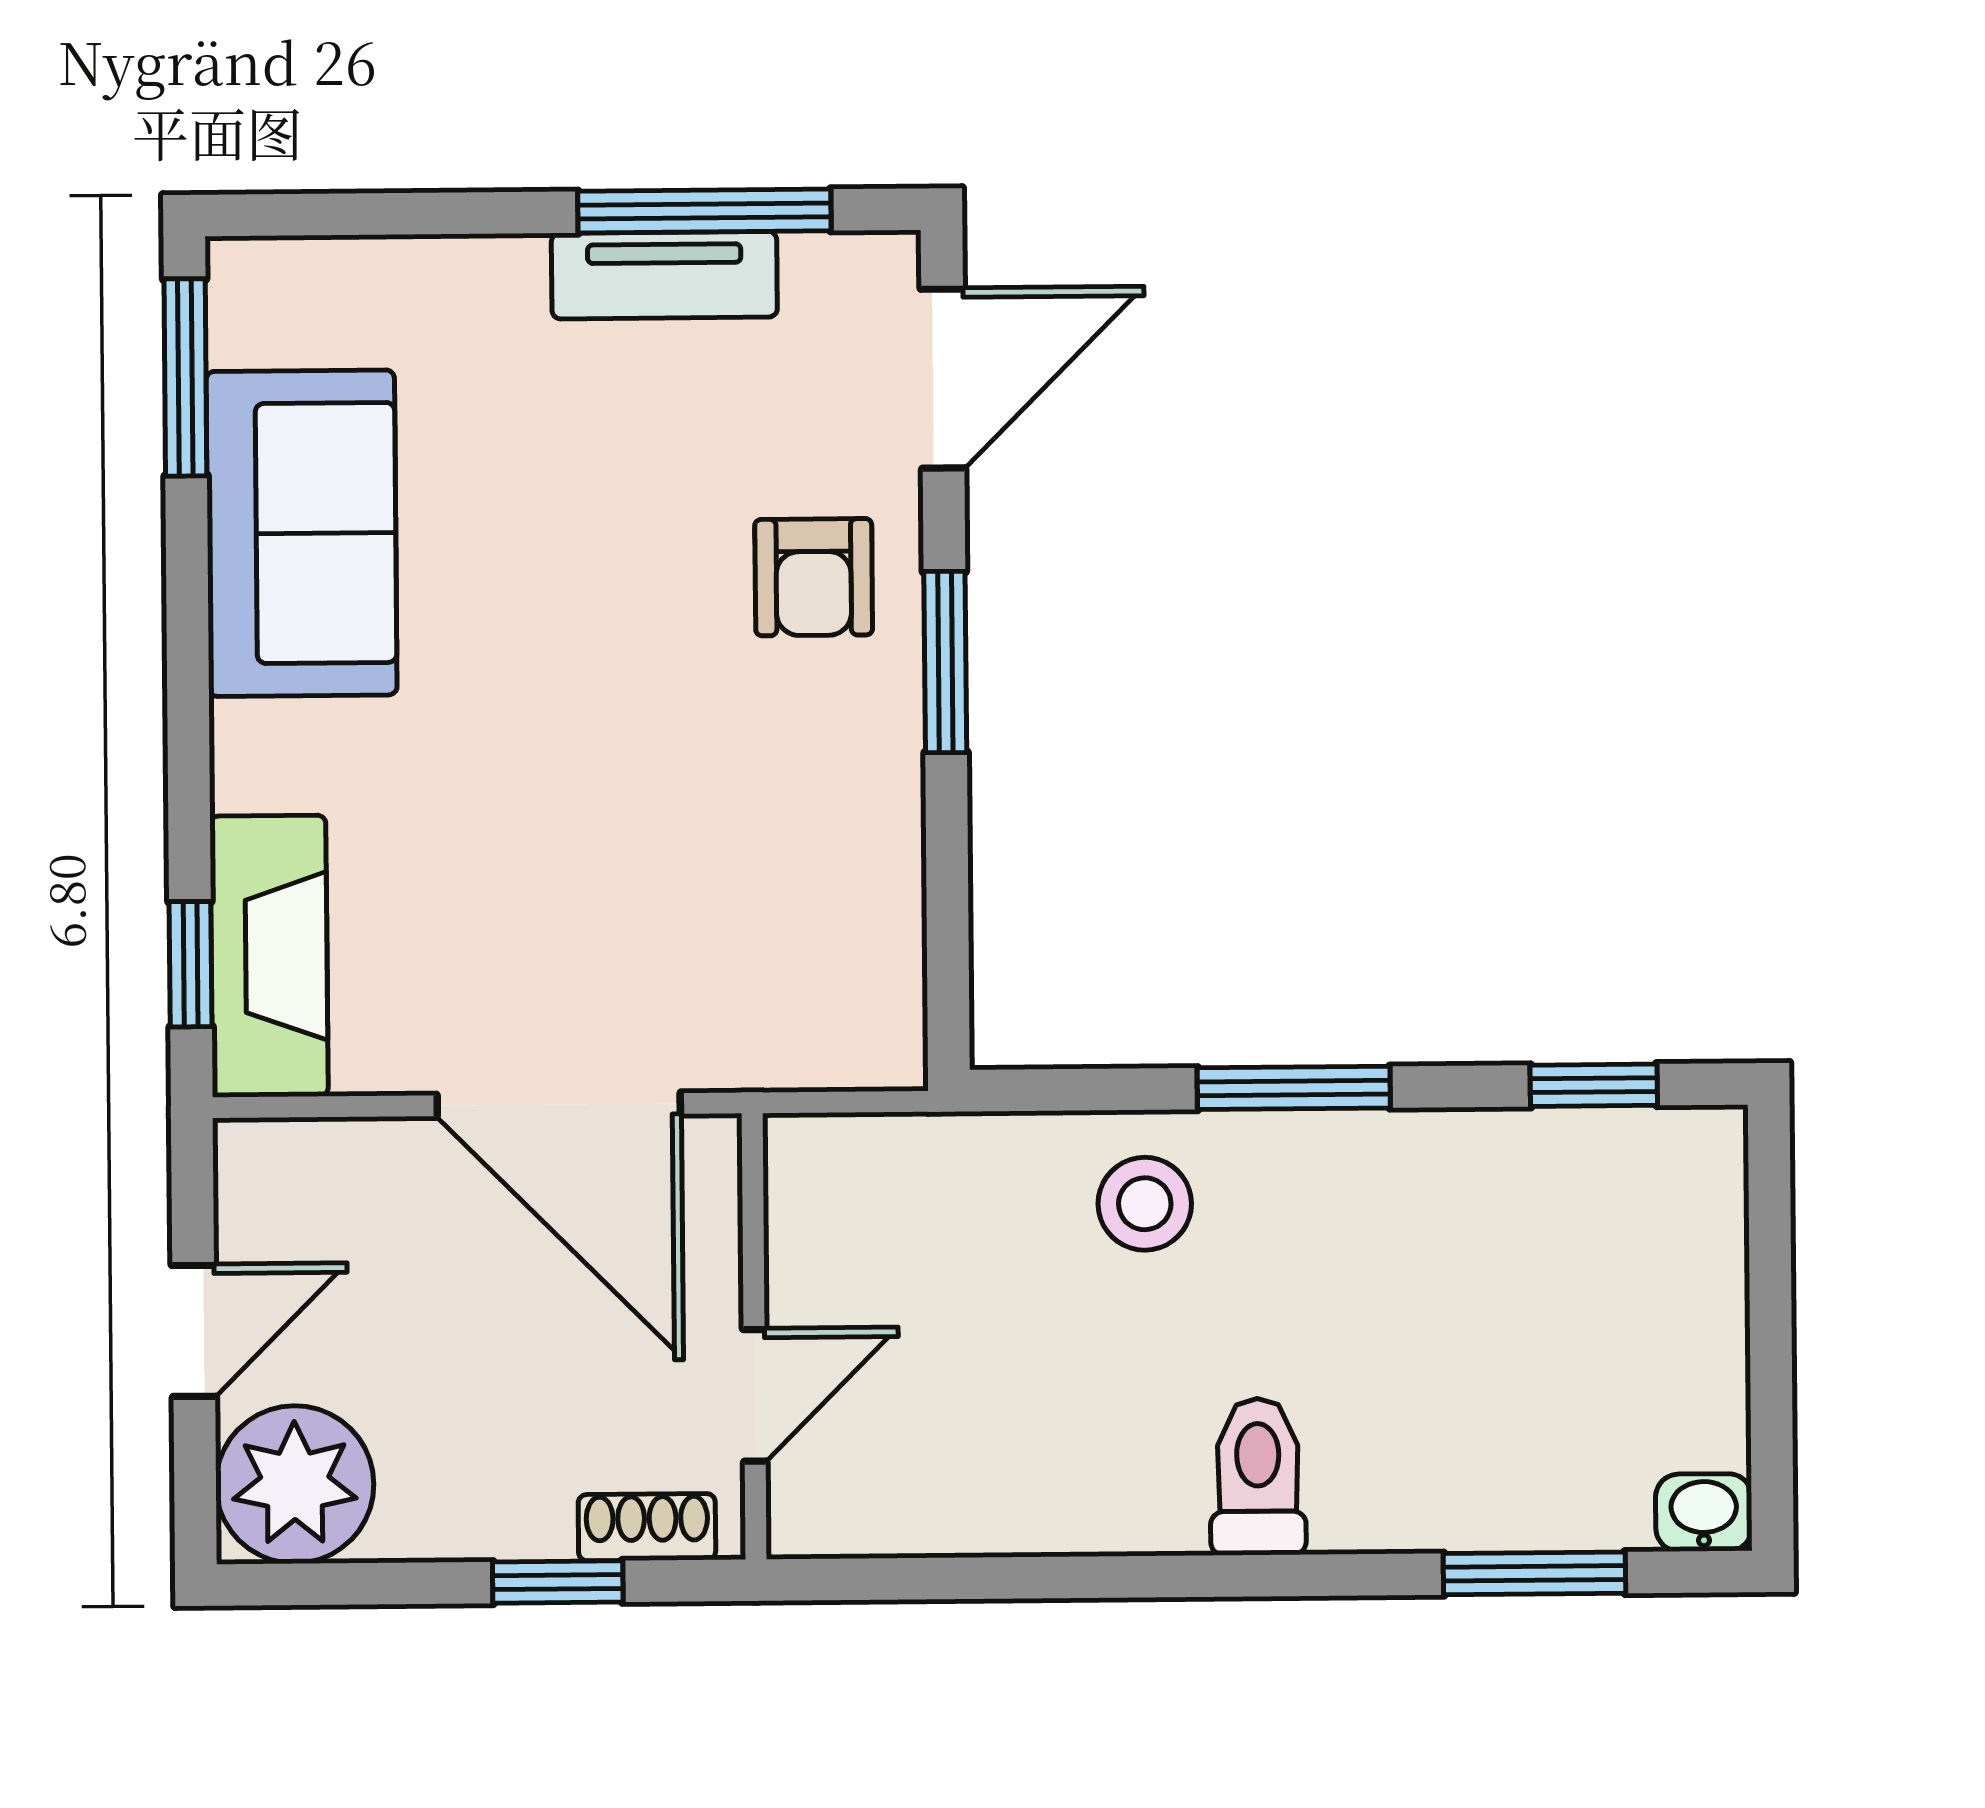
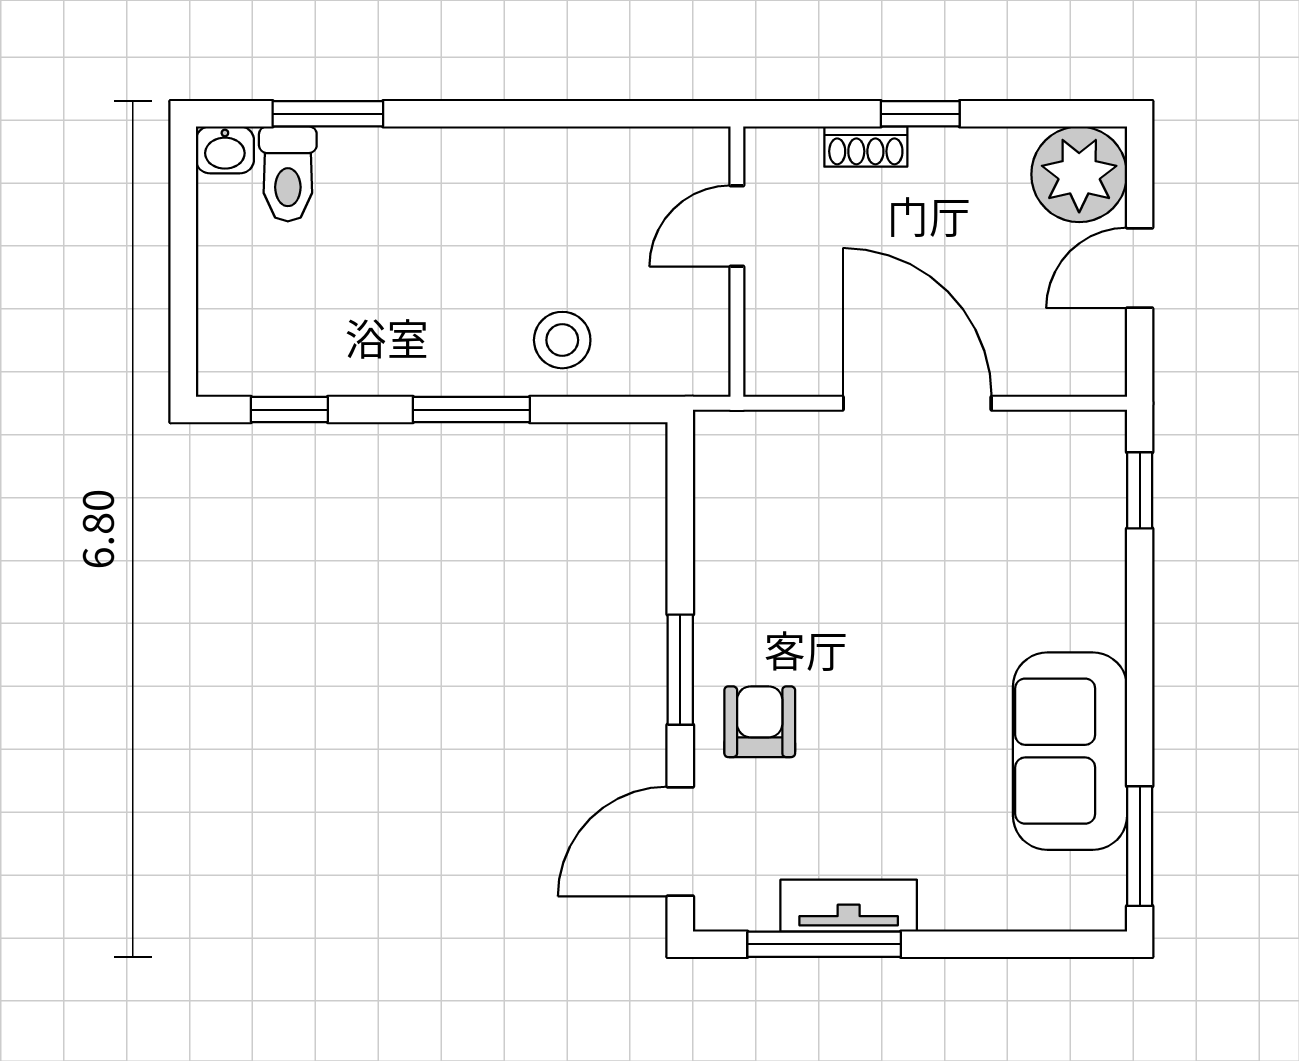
fireplace: (269, 956) -> (1092, 495), removed
wall: (754, 1336) -> (737, 262), moved
door: (755, 1395) -> (737, 226), moved
toilet: (1258, 1477) -> (288, 174), moved

